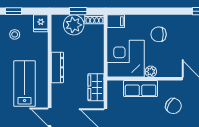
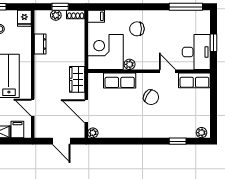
plant: (74, 25) -> (56, 15), width x0.53, depth x0.53
dresser: (57, 67) -> (40, 44), moved, width x0.70

